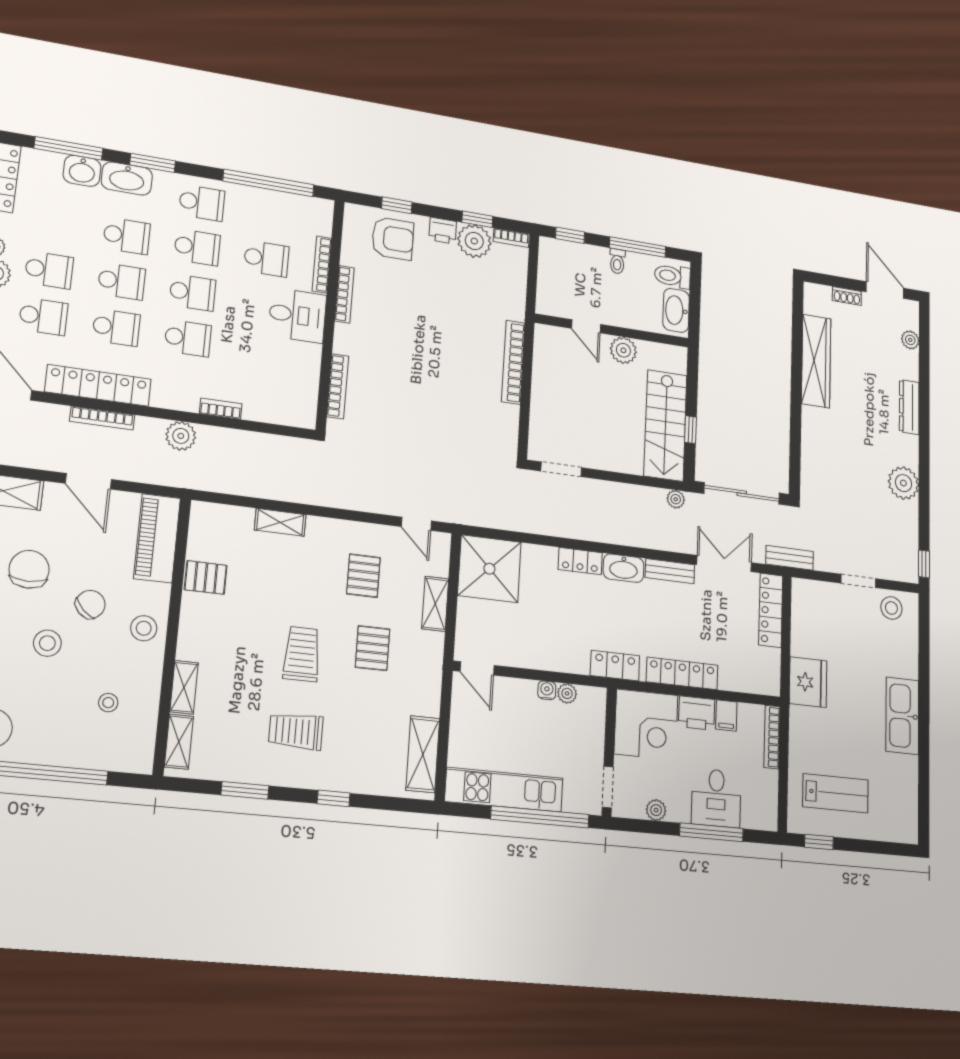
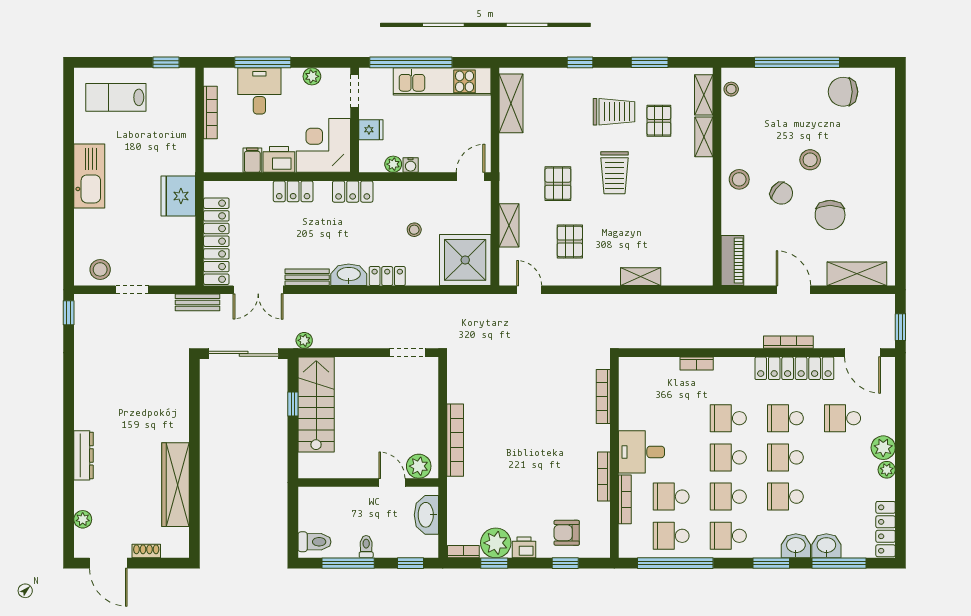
washbasin: (127, 179) -> (796, 546), width x0.72
armchair: (393, 239) -> (567, 533), width x0.72, depth x0.72
school desk: (49, 270) -> (671, 536), moved
washbasin: (676, 310) -> (426, 515), moved, turned 180
plant: (623, 350) -> (419, 466), moved
plant: (181, 436) -> (726, 336), removed
plant: (903, 483) -> (89, 384), removed
piano: (157, 538) -> (732, 261), width x0.73, depth x0.75
pallet: (206, 577) -> (659, 121), moved, turned 90
chair: (90, 604) -> (781, 193), turned -98
locker: (771, 610) -> (216, 241), width x1.41, depth x1.21
stool: (547, 612) -> (414, 230), added
door: (477, 668) -> (471, 177), hinge flipped
locker: (682, 673) -> (293, 191), width x0.66
stool: (108, 703) -> (731, 89), moved
bookcase: (772, 737) -> (210, 113), moved
fridge: (591, 738) -> (371, 130), added
lab bench: (836, 793) -> (116, 97), moved

